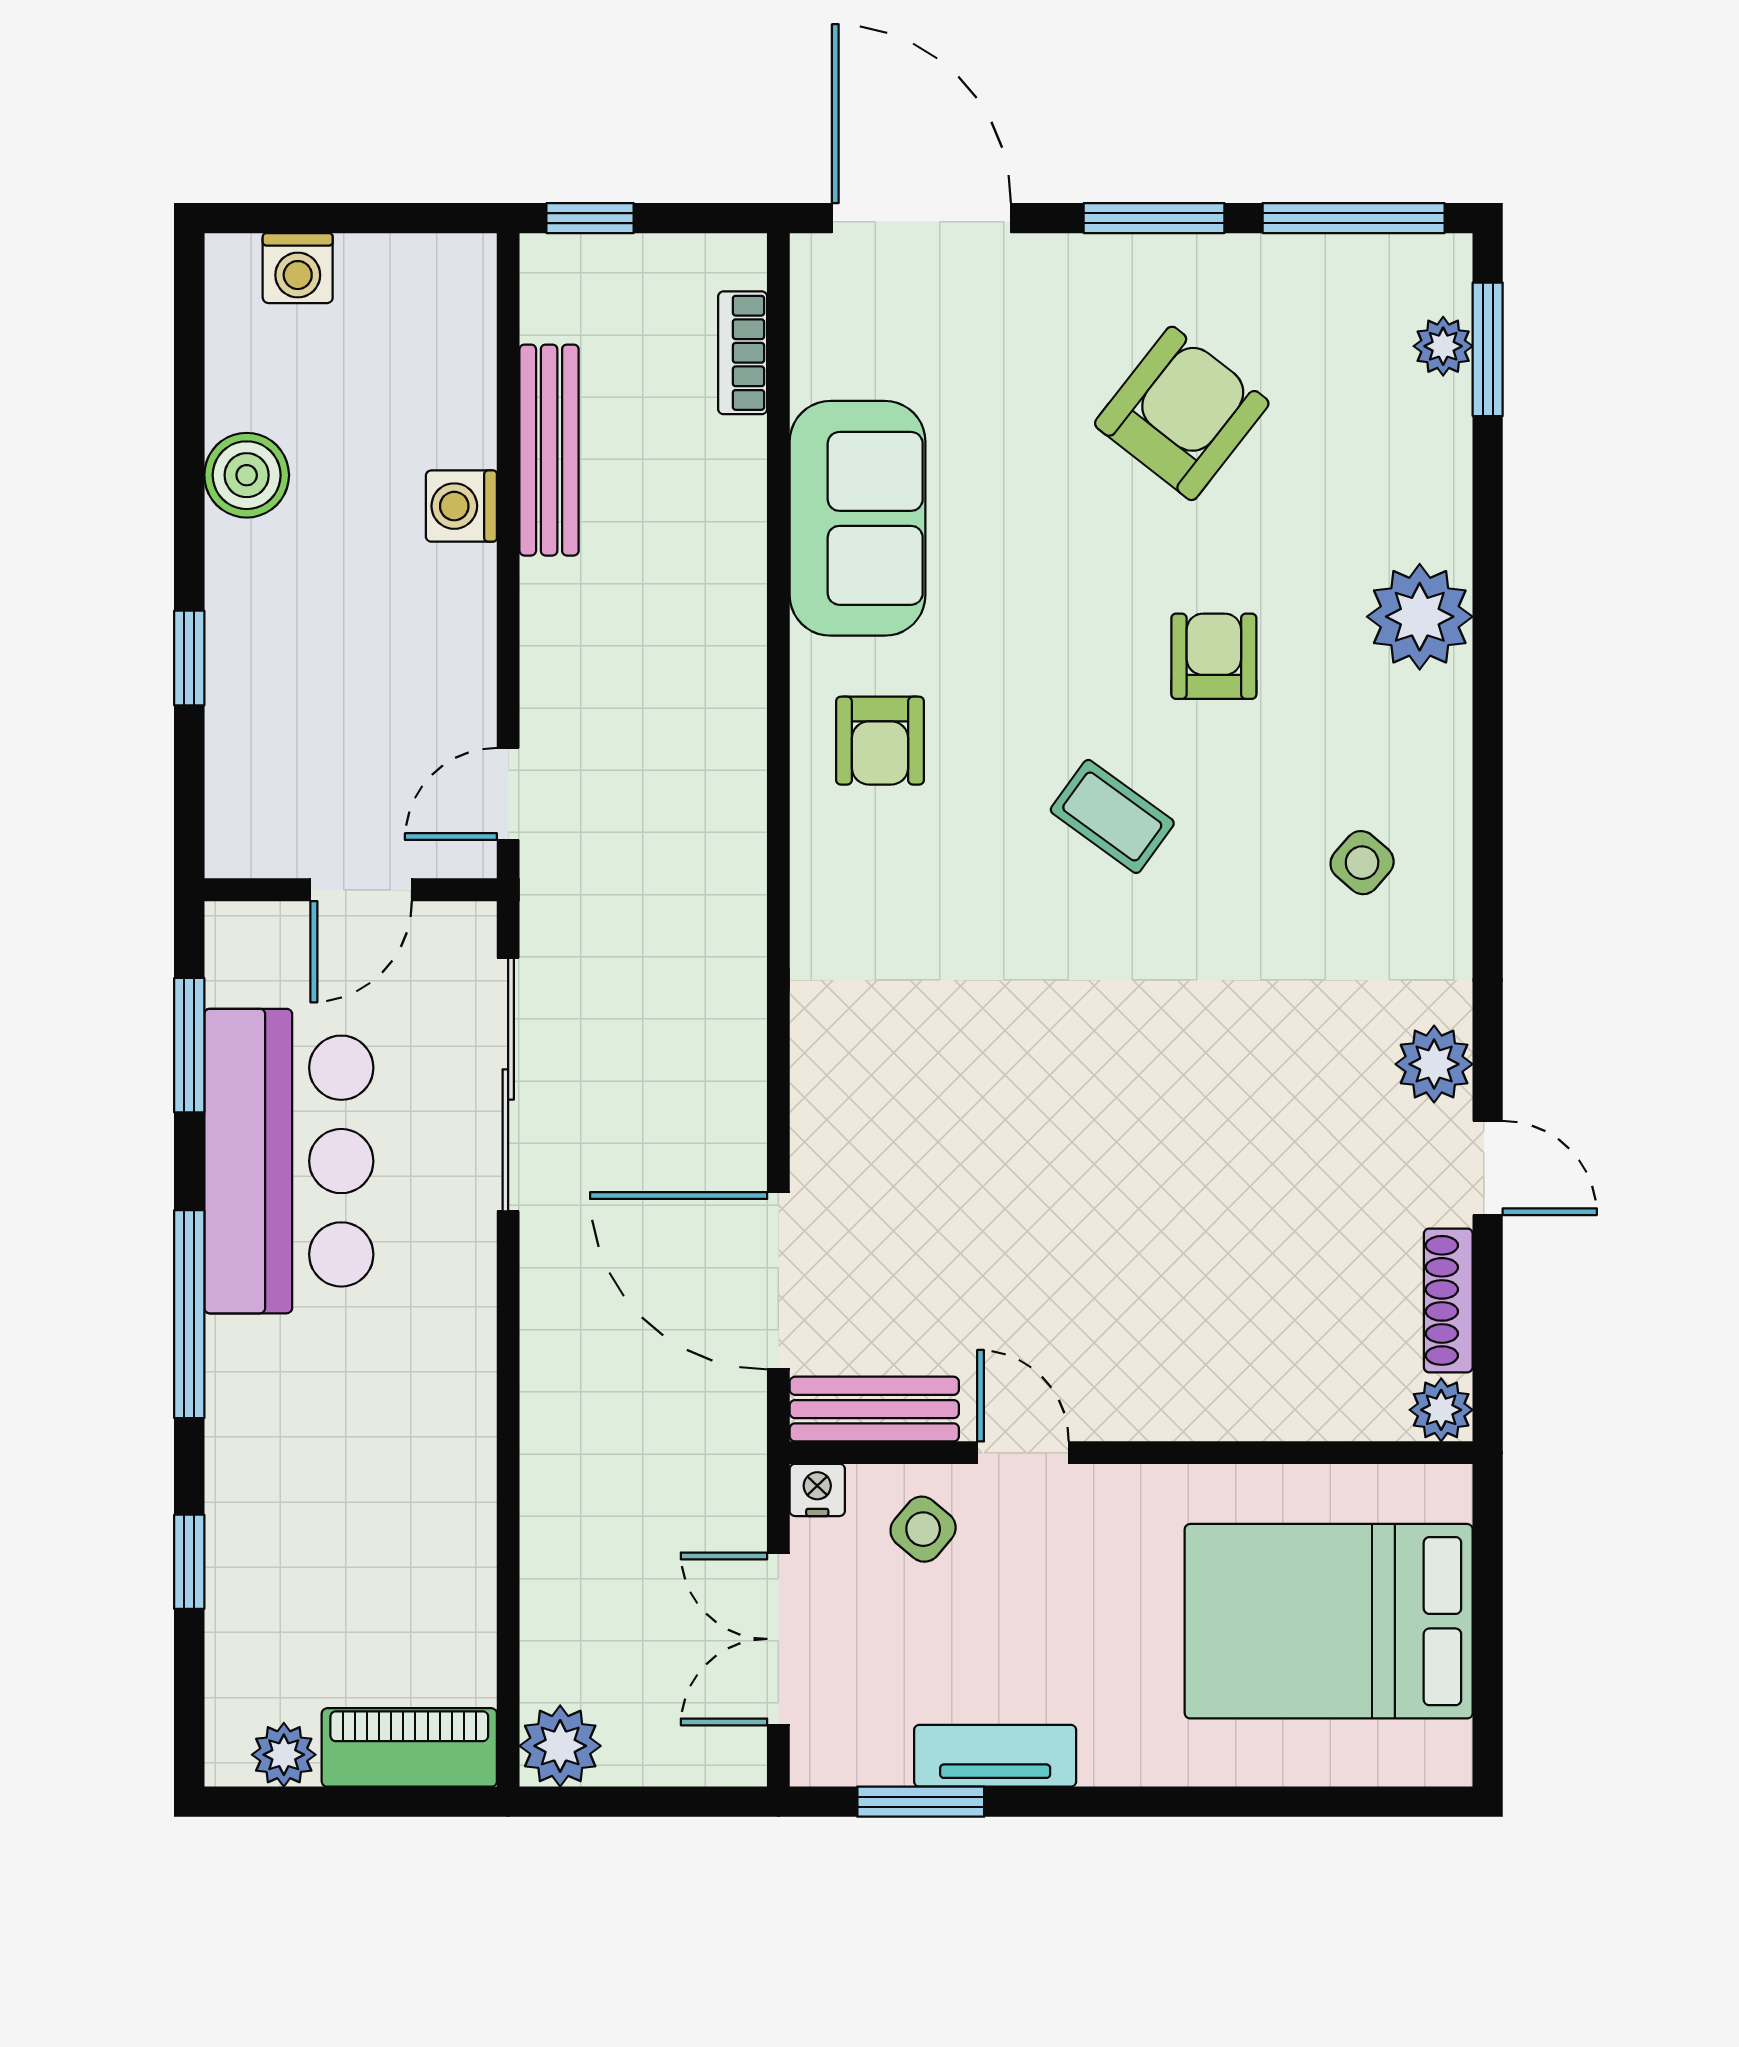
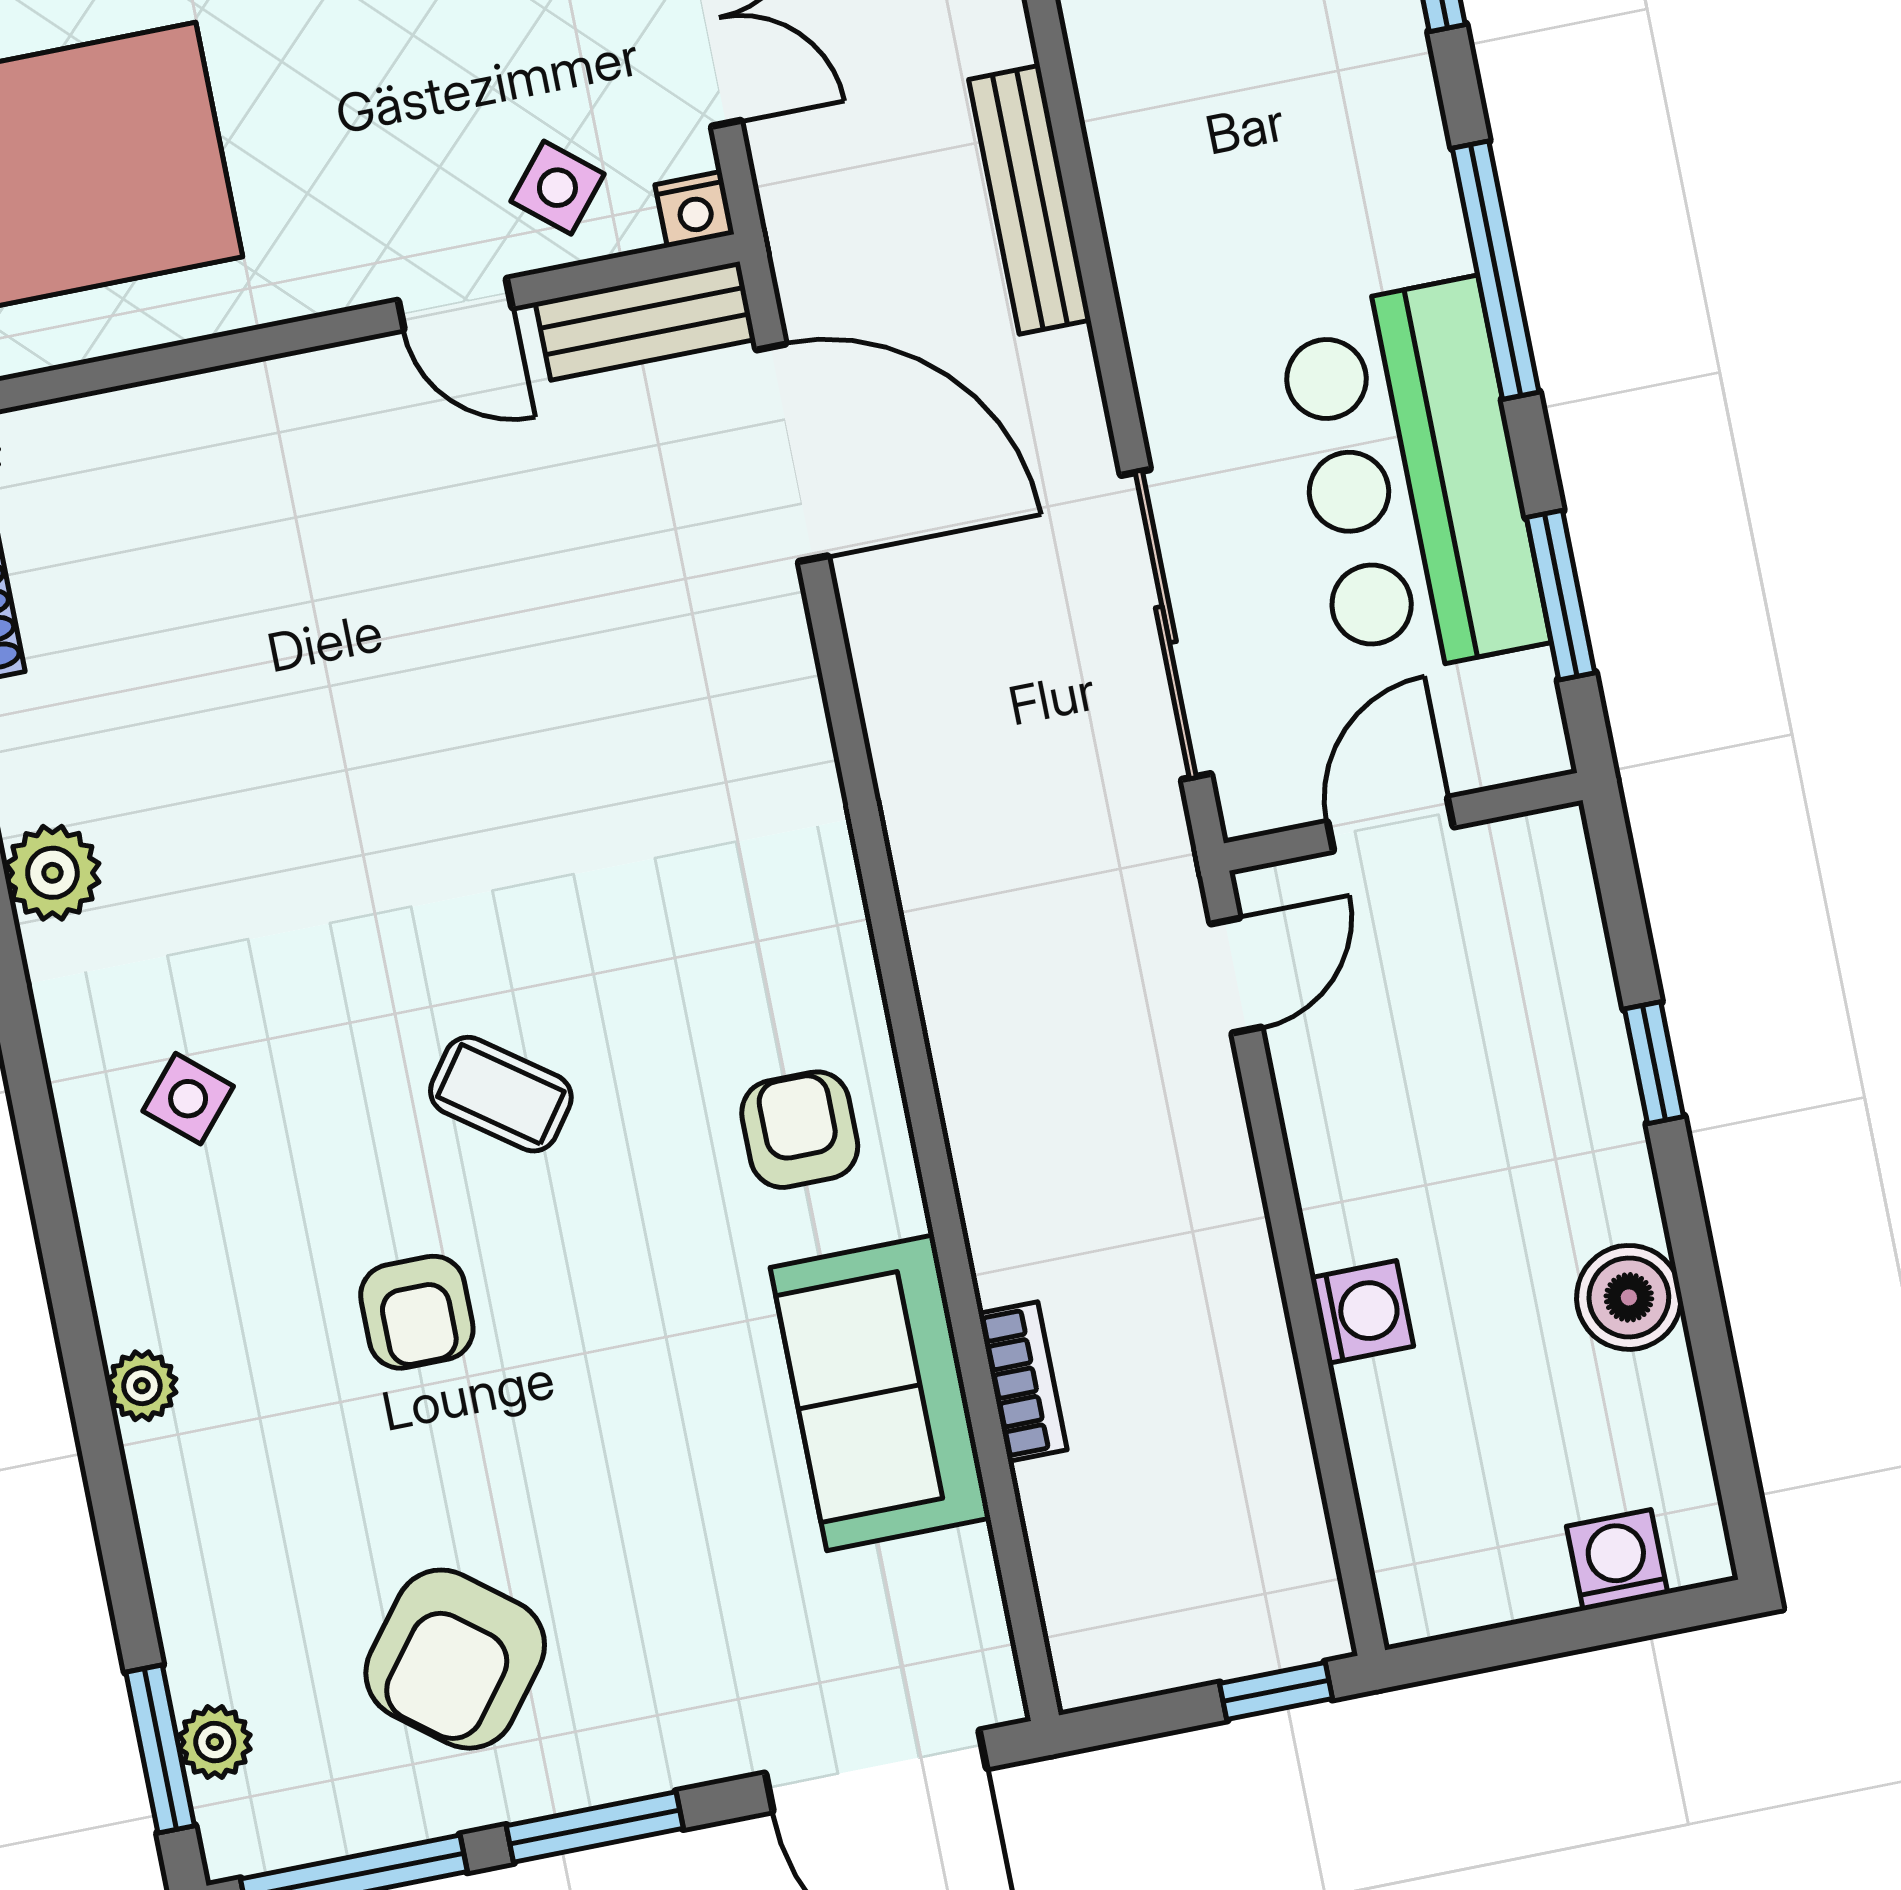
bookcase: (743, 353) -> (1023, 1382), moved
armchair: (1182, 413) -> (455, 1659), moved
bench: (549, 450) -> (1030, 200), moved
plant: (1420, 617) -> (142, 1386), width x0.53, depth x0.53

